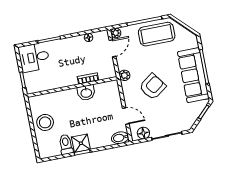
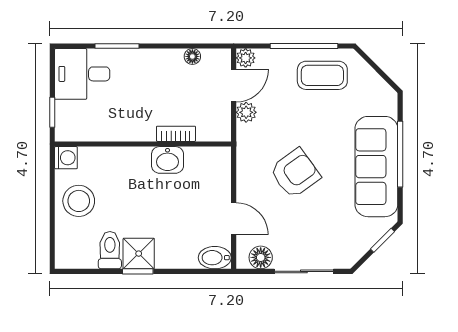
coffee table: (157, 34) -> (322, 75), width x0.73, depth x0.76
plant: (124, 75) -> (246, 112), moved
washing machine: (34, 102) -> (66, 158), added

